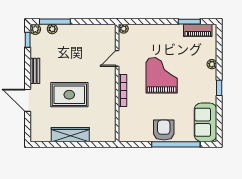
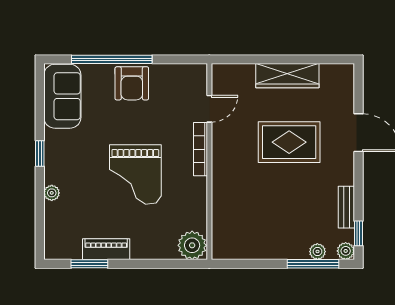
plant: (124, 29) -> (192, 245), width x1.88, depth x1.88
piano: (198, 30) -> (106, 249), moved
door: (117, 58) -> (209, 109), moved
bench: (35, 71) -> (346, 207), moved

